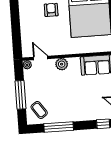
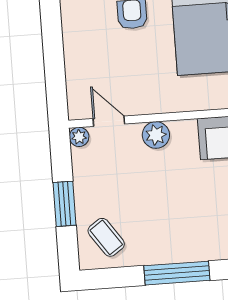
window: (21, 95) -> (65, 204), width x0.69
window: (59, 127) -> (177, 273), moved

